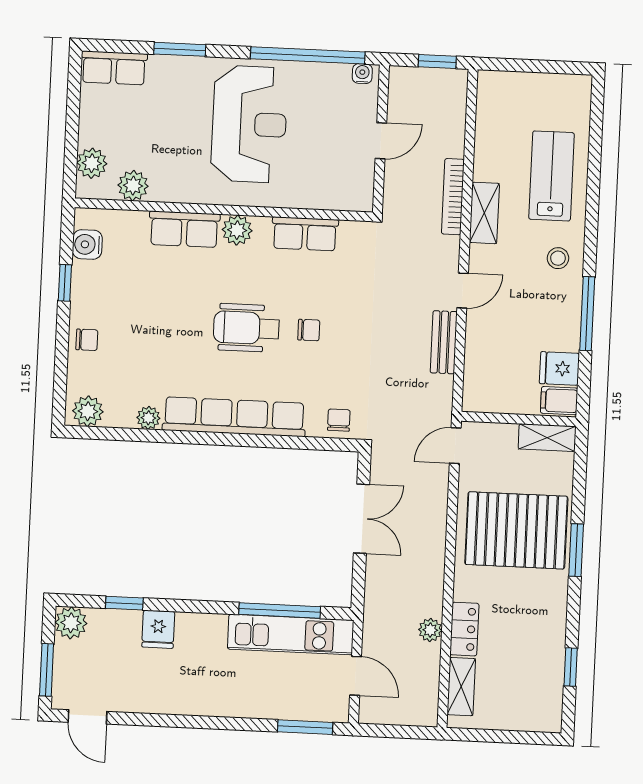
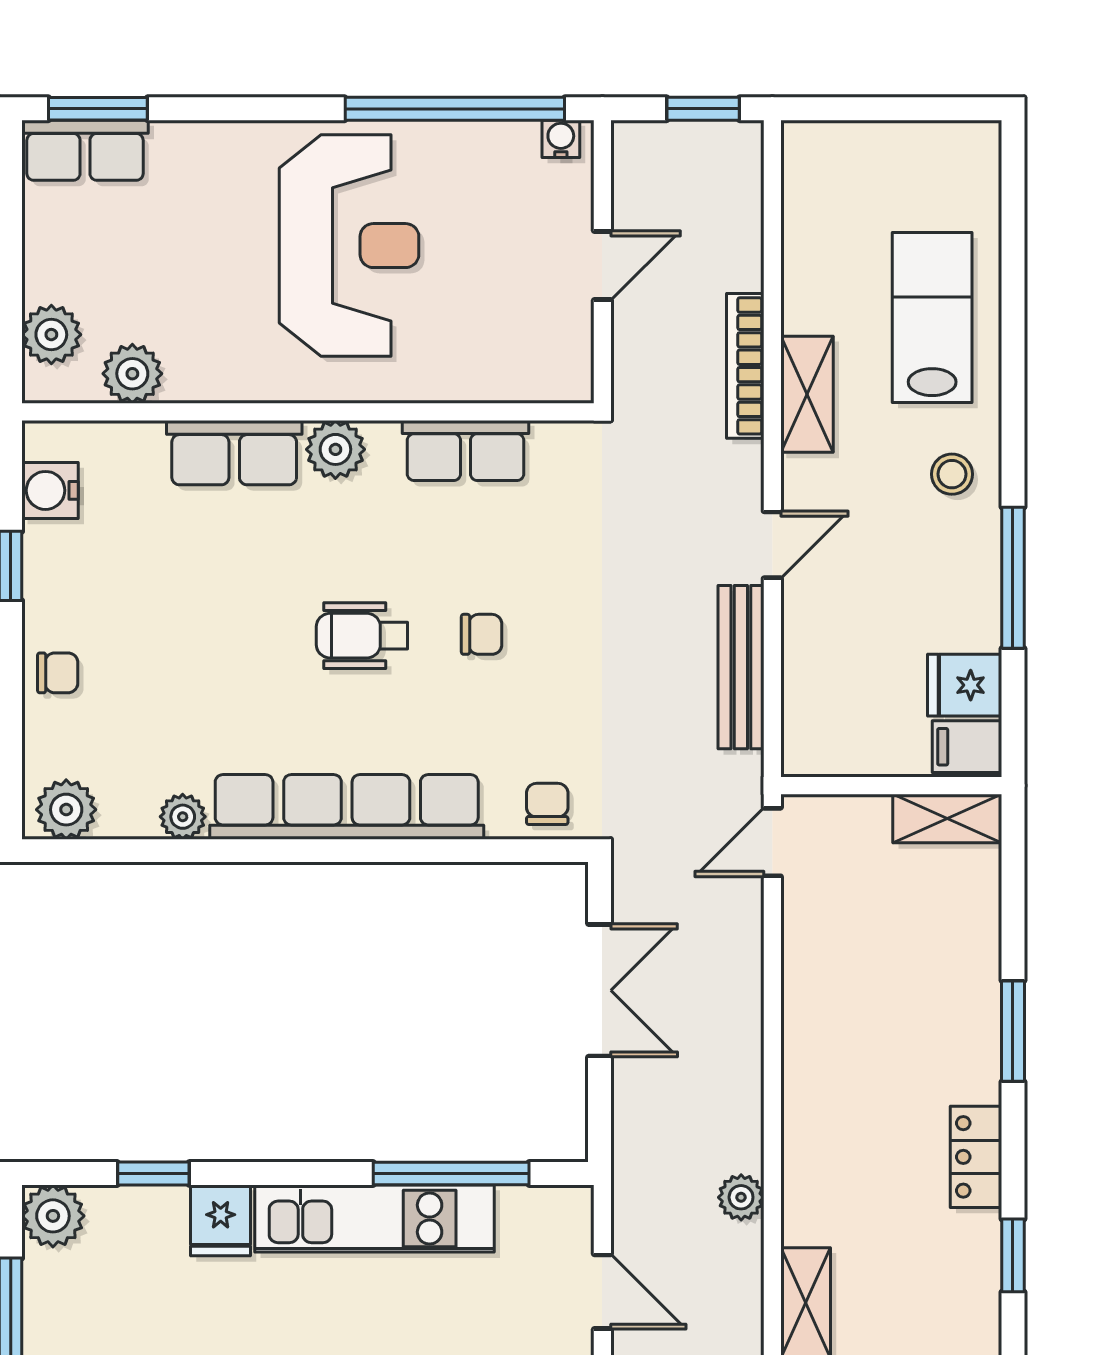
window: (180, 49) -> (98, 109), moved
wheelchair: (246, 328) -> (362, 636), width x0.73, depth x0.73
bench: (444, 342) -> (741, 667), width x1.36
pallet: (516, 530) -> (897, 999), removed
locker: (464, 629) -> (976, 1157), moved, turned 180
kitchen unit: (291, 635) -> (375, 1219), moved

